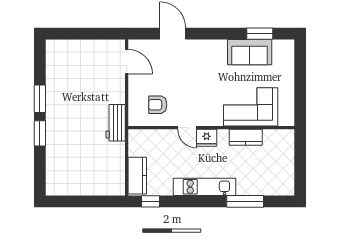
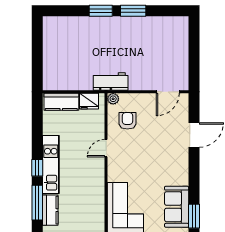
plant: (134, 120) -> (113, 99), added
kitchen counter: (246, 137) -> (50, 210), moved, turned 180
fridge: (207, 138) -> (89, 101), moved, turned -90
window: (150, 201) -> (37, 168), moved

